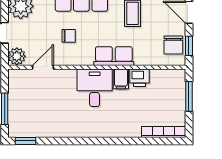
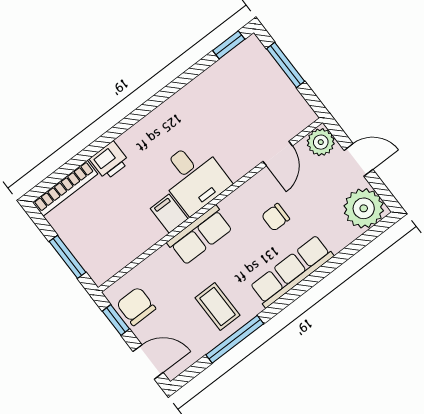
printer: (140, 78) -> (109, 161), moved, turned 180

